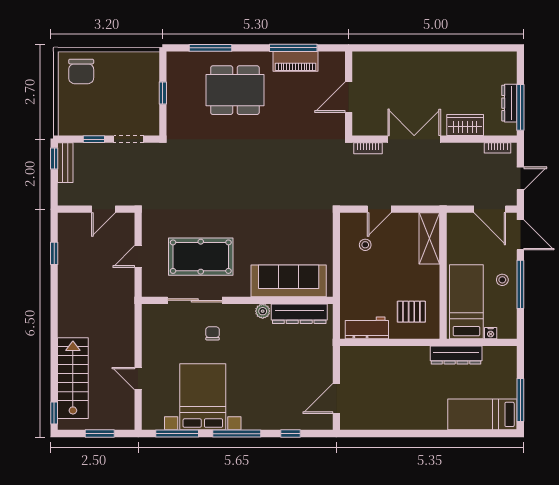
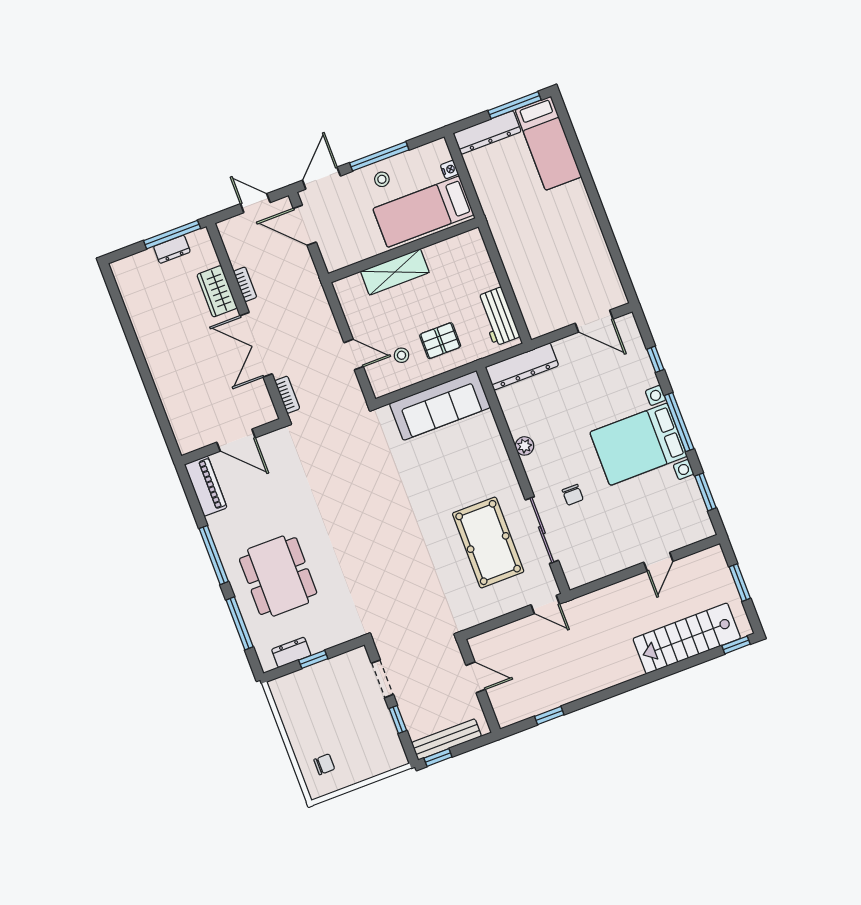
window: (293, 48) -> (214, 555), moved
piano: (295, 61) -> (206, 486), moved
chair: (81, 71) -> (324, 764), width x0.54, depth x0.54
dresser: (174, 78) -> (291, 652), added
dresser: (509, 103) -> (172, 249), width x0.70
bookcase: (498, 148) -> (245, 284), moved
bench: (65, 163) -> (446, 739), width x1.36
door: (490, 209) -> (305, 225), swing flipped
shelving: (429, 238) -> (395, 272), moved
door: (138, 256) -> (545, 604), moved
sofa: (289, 281) -> (440, 405), moved, turned -90
pallet: (411, 312) -> (440, 341), moved, turned 90
dresser: (299, 314) -> (522, 366), moved, turned 90
chair: (213, 333) -> (573, 495), turned -90
dresser: (456, 355) -> (487, 132), moved, turned 90
bed with nightstands: (203, 397) -> (638, 444), moved
window: (177, 434) -> (706, 492), width x0.69

